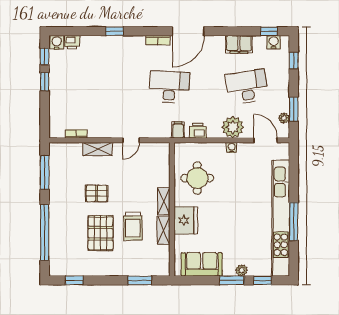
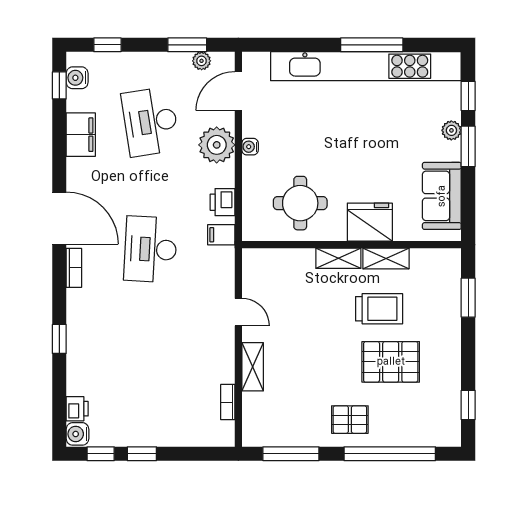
pallet: (97, 193) -> (350, 420), moved, turned 90

